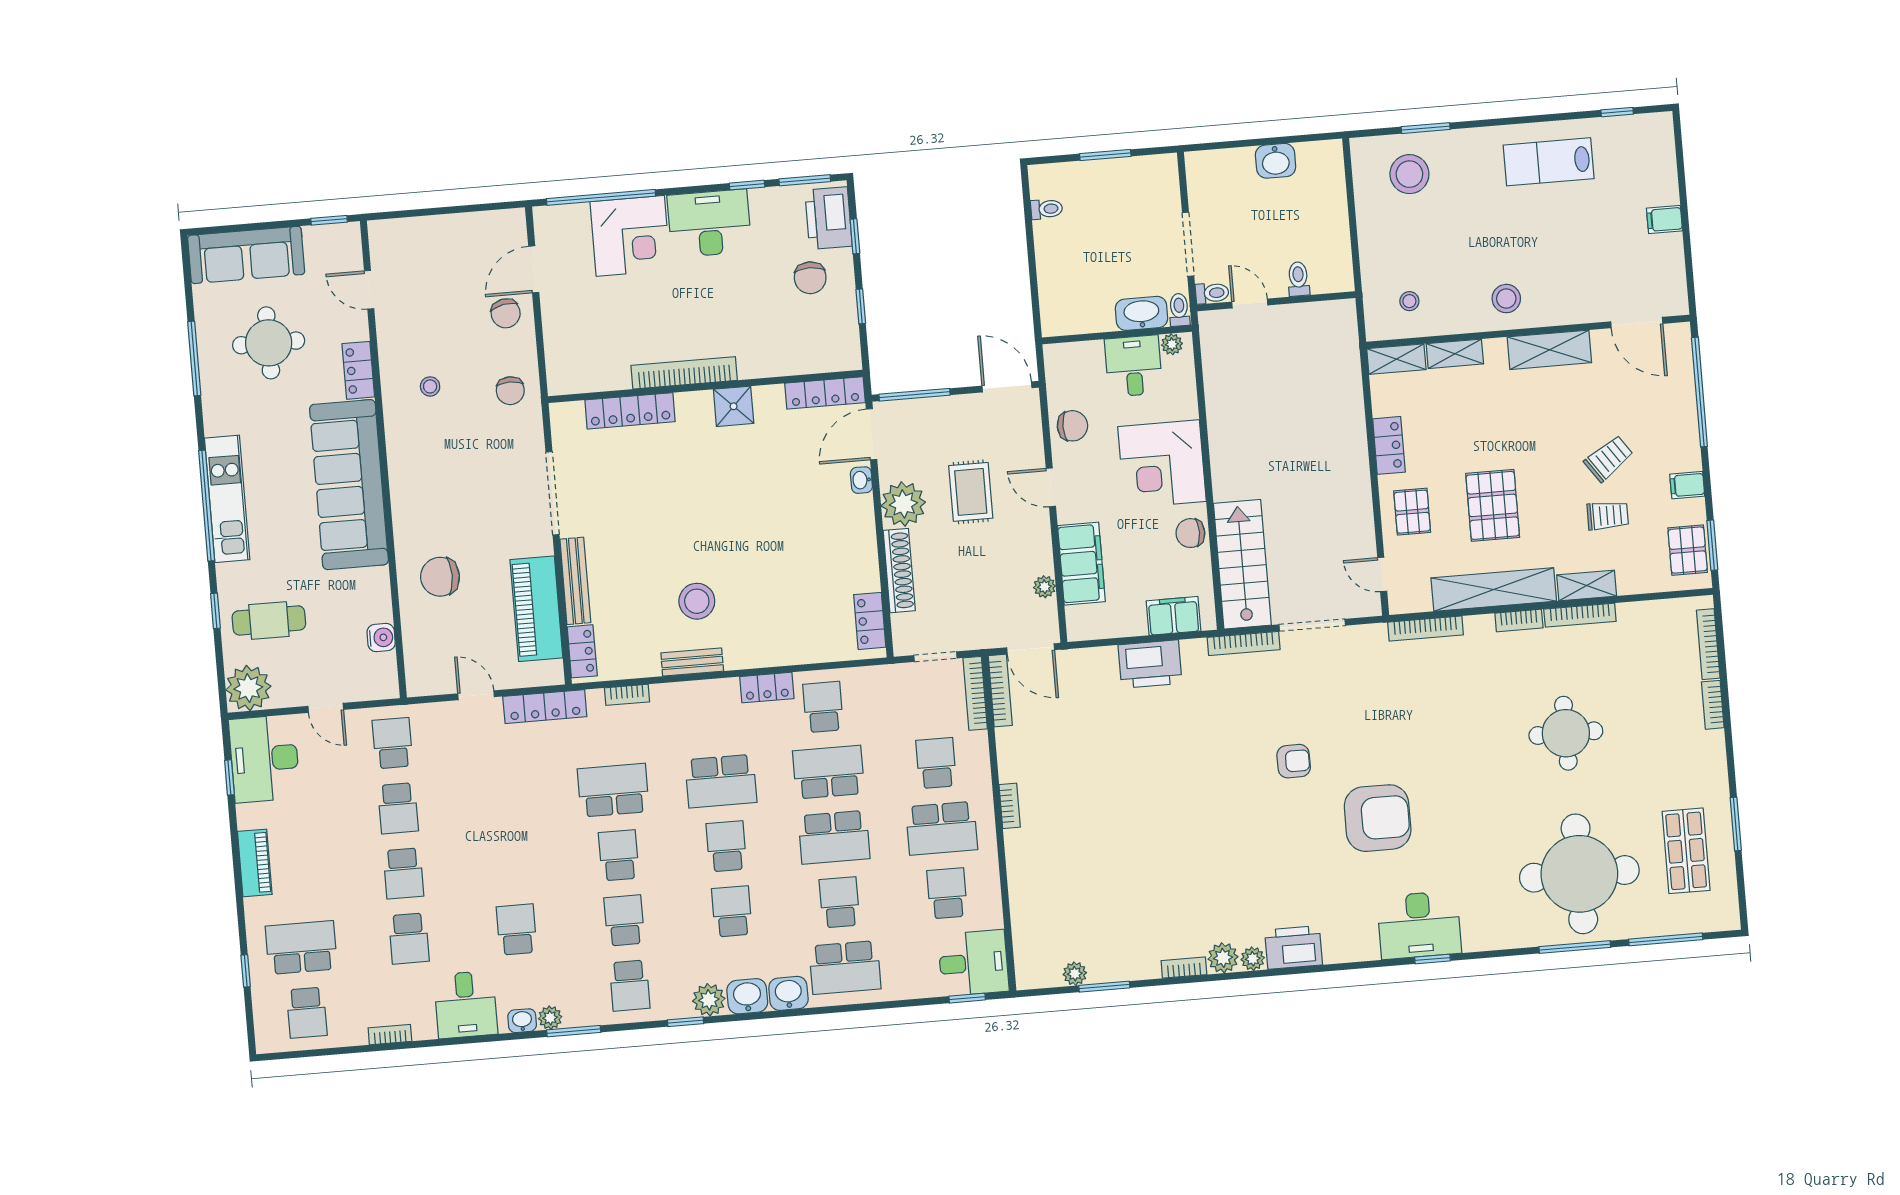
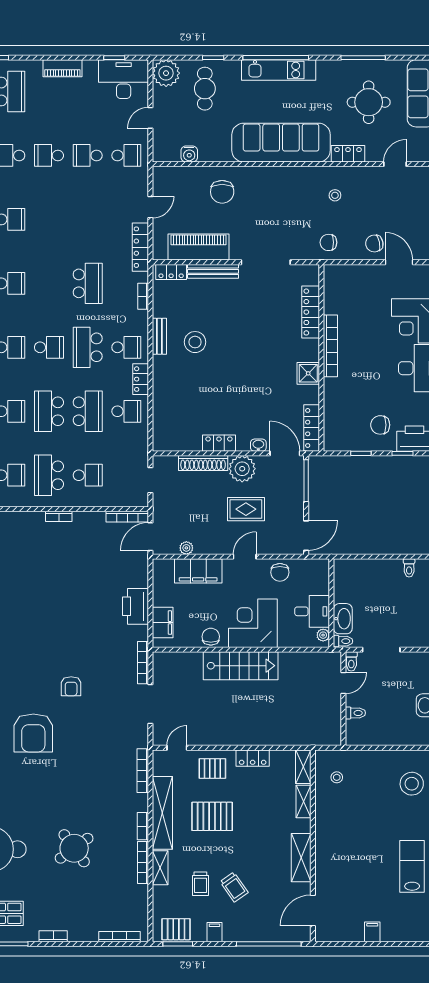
stool: (1506, 299) -> (333, 835), removed
stairs: (1242, 564) -> (241, 666), moved
chair: (440, 577) -> (222, 192), turned 180
locker: (870, 621) -> (219, 443), moved
bookcase: (975, 693) -> (127, 502), removed
bookcase: (1713, 705) -> (53, 936), moved
round table: (1566, 733) -> (74, 848), turned -36
school desk: (619, 855) -> (126, 347), moved

